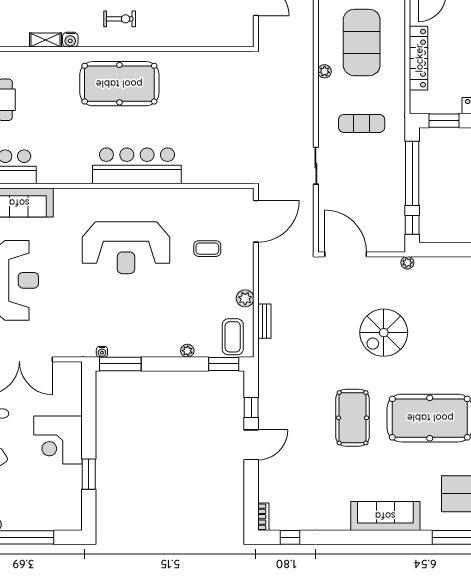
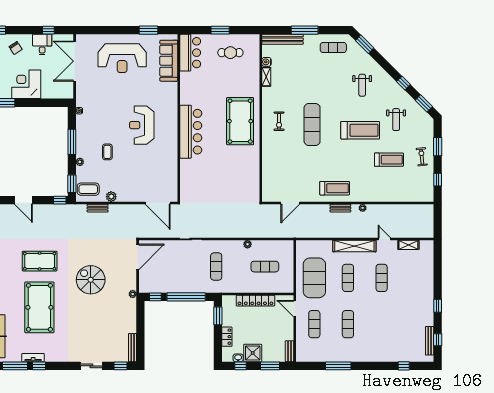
water cooler: (70, 40) -> (267, 62), moved
exercise mat: (362, 42) -> (265, 267), width x0.50, depth x0.69
reception desk: (126, 248) -> (142, 125), width x0.74, depth x0.77
coffee table: (207, 249) -> (107, 152), moved
window: (120, 364) -> (72, 142), moved
window: (251, 407) -> (60, 200), moved

